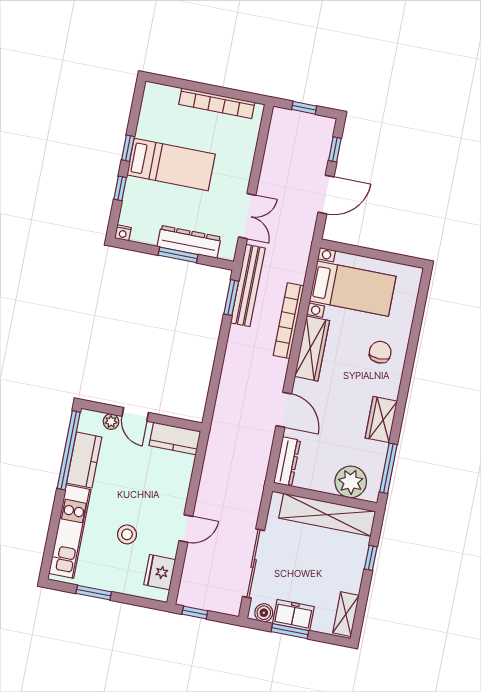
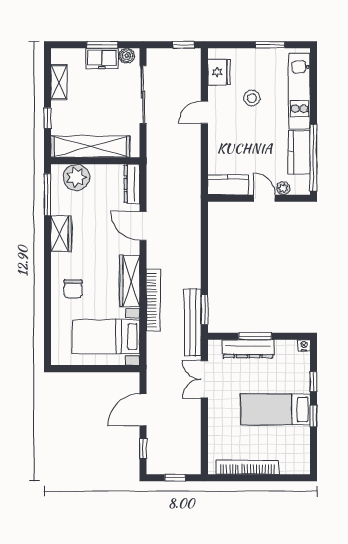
shelving: (346, 614) -> (59, 82), moved

